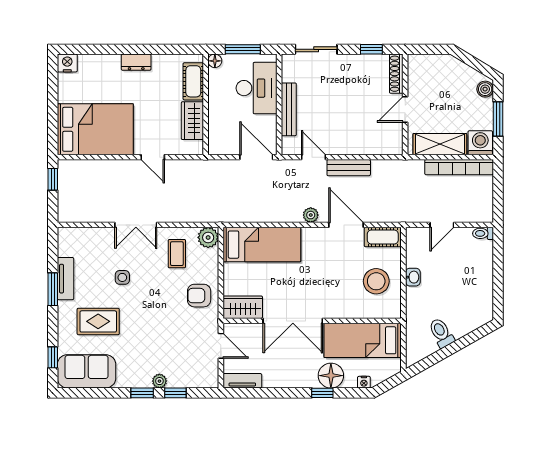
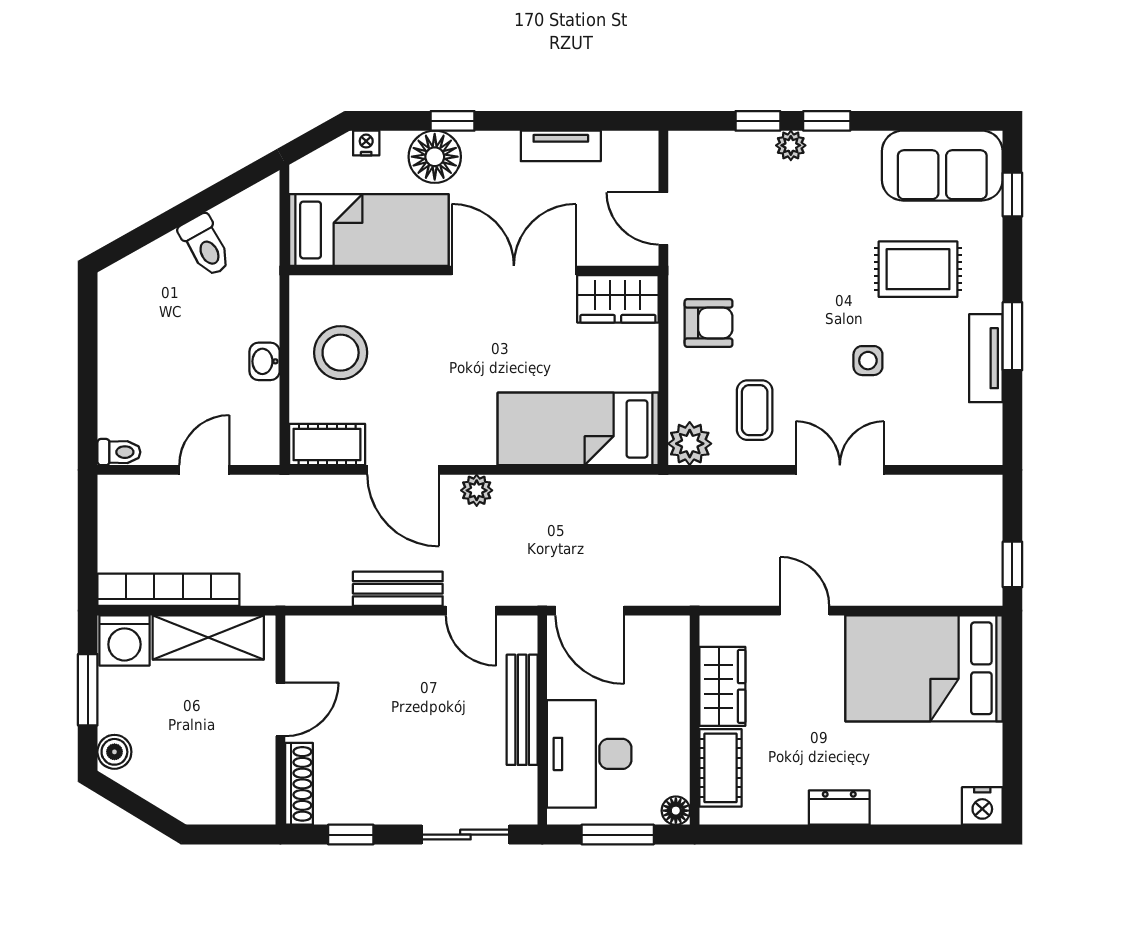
tv unit: (242, 381) -> (561, 146), moved

